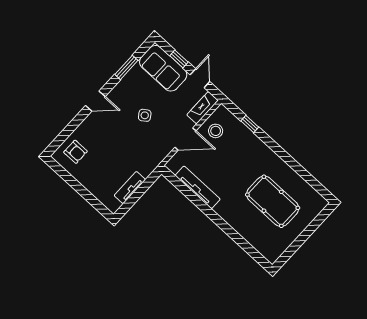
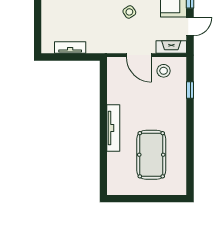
tv unit: (198, 187) -> (113, 128), moved

